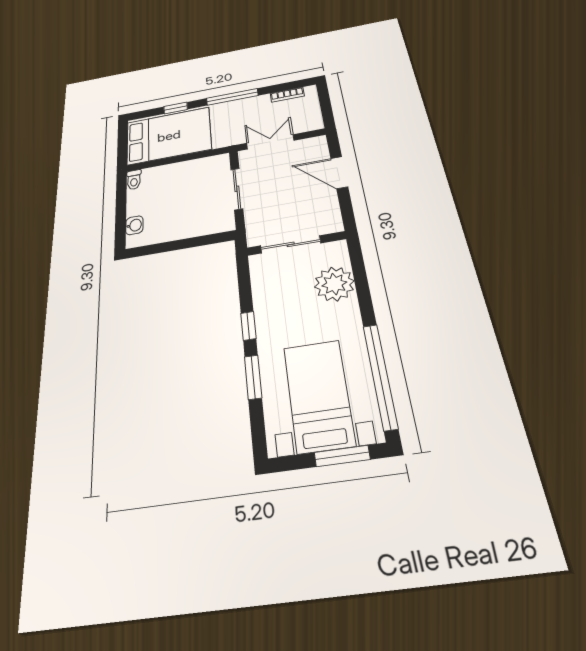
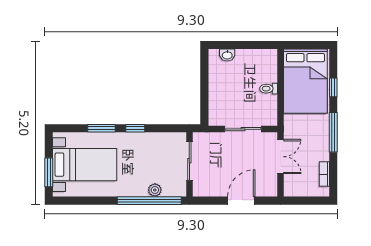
toilet: (134, 180) -> (269, 89), moved
plant: (334, 284) -> (155, 190), width x0.53, depth x0.53
window: (380, 376) -> (149, 201), moved

